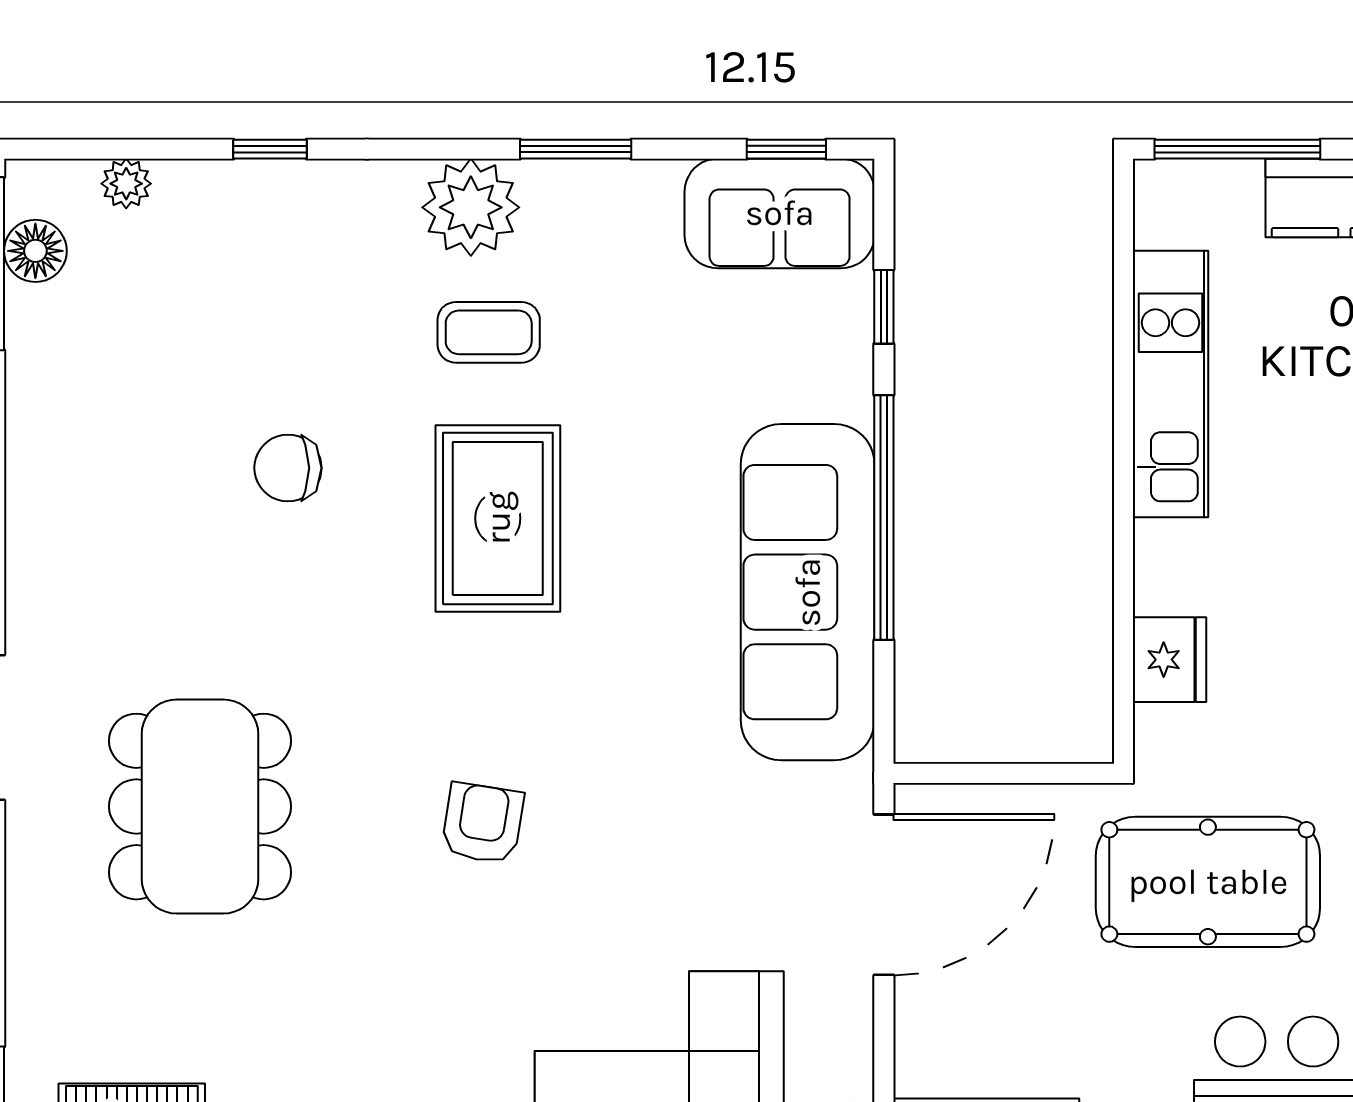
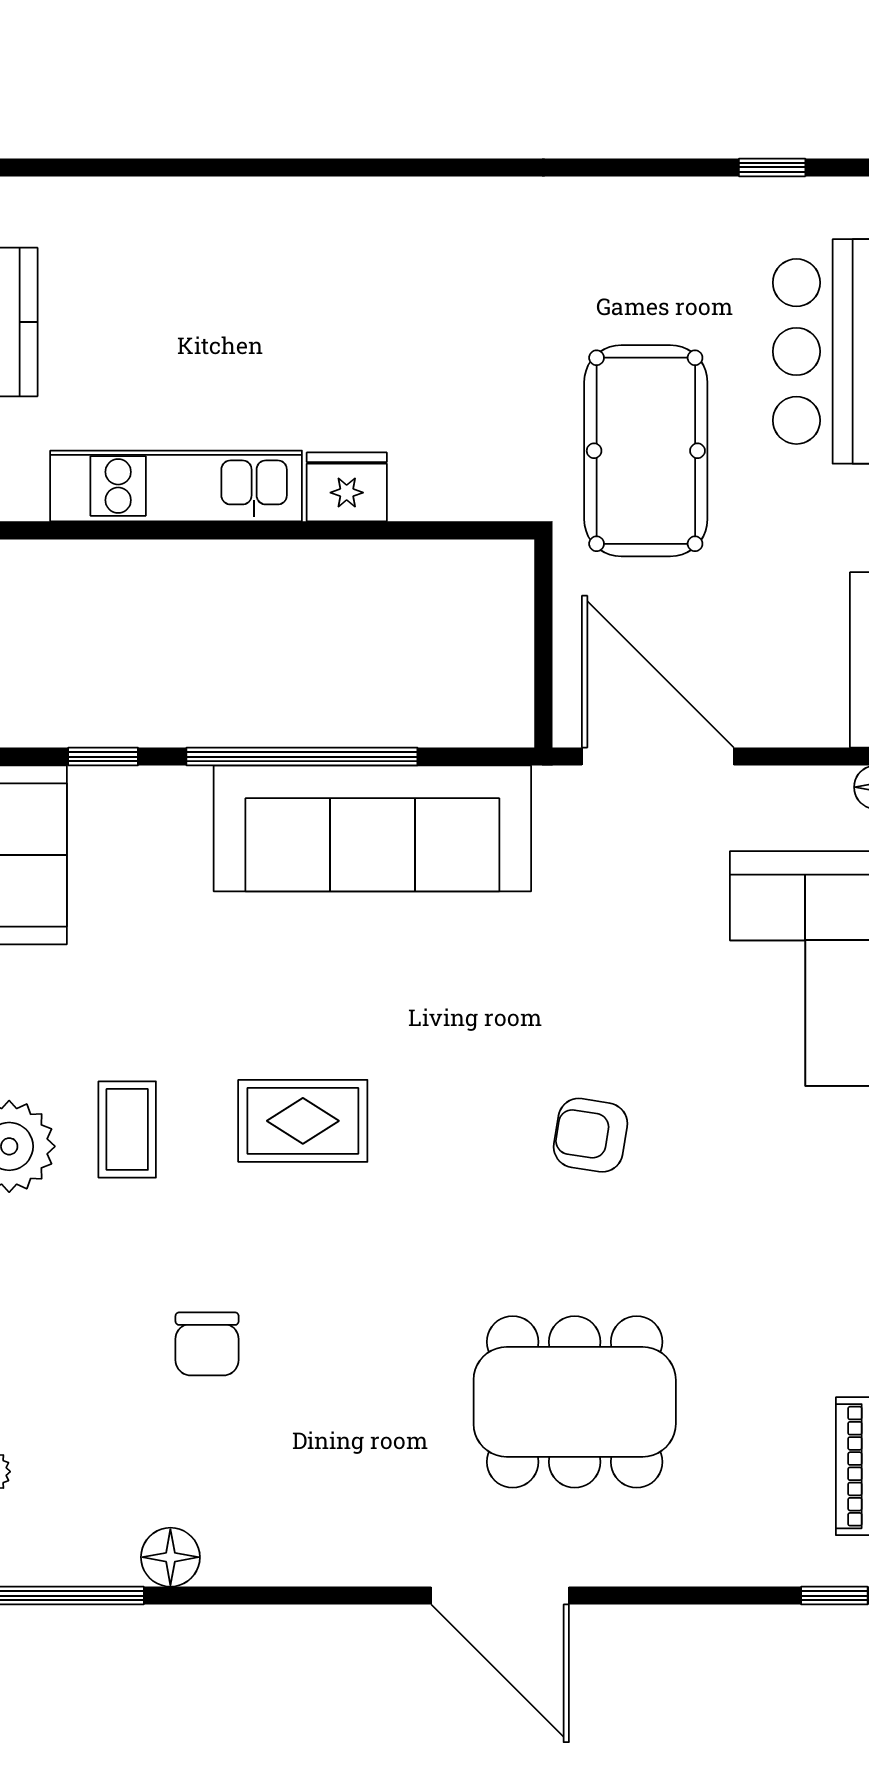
floor lamp: (35, 251) -> (170, 1557), moved
chair: (288, 468) -> (207, 1344), moved
rug: (498, 518) -> (303, 1121), width x0.73, depth x0.70
fridge: (1170, 660) -> (347, 487), moved

